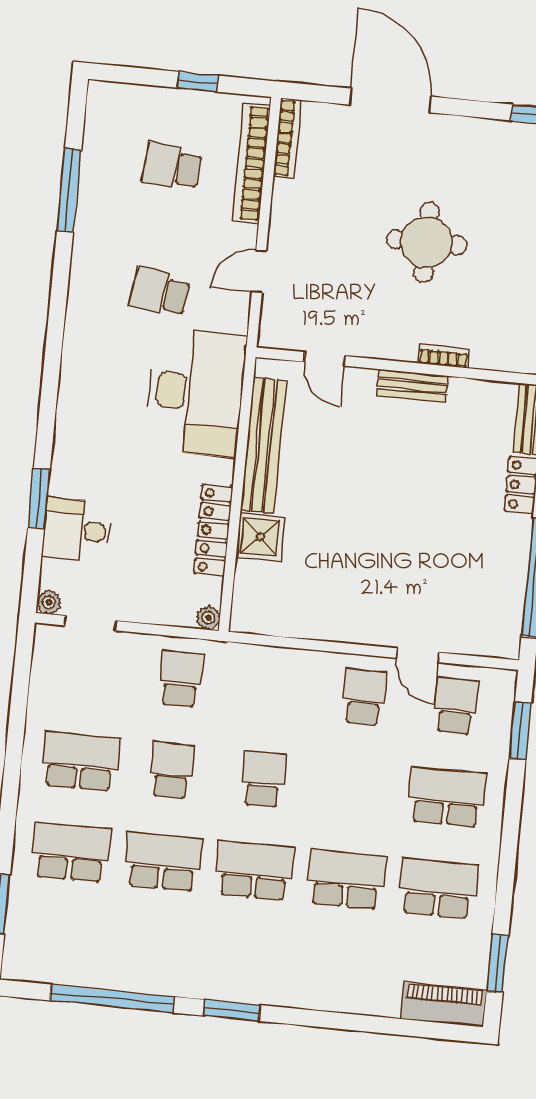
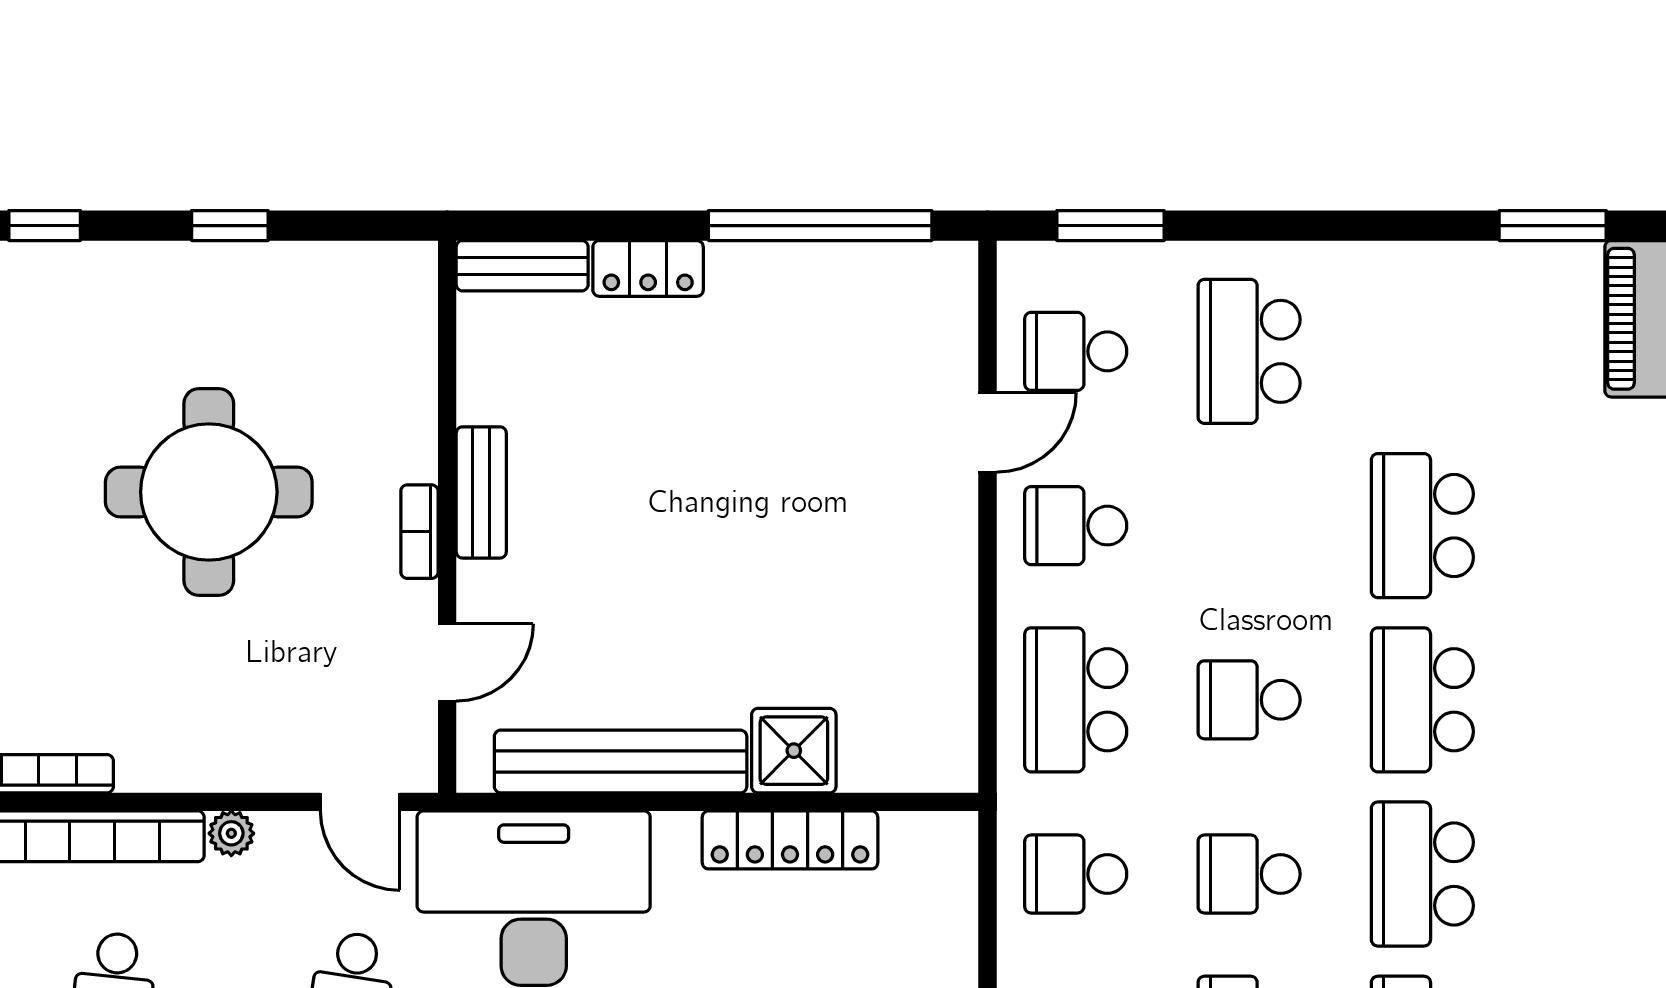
round table: (426, 242) -> (209, 492), width x1.36, depth x1.36
door: (259, 271) -> (360, 802), moved
bookcase: (444, 356) -> (419, 532), moved
plant: (208, 618) -> (231, 833), moved
school desk: (438, 888) -> (1076, 700), moved

